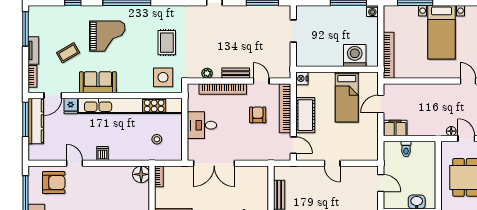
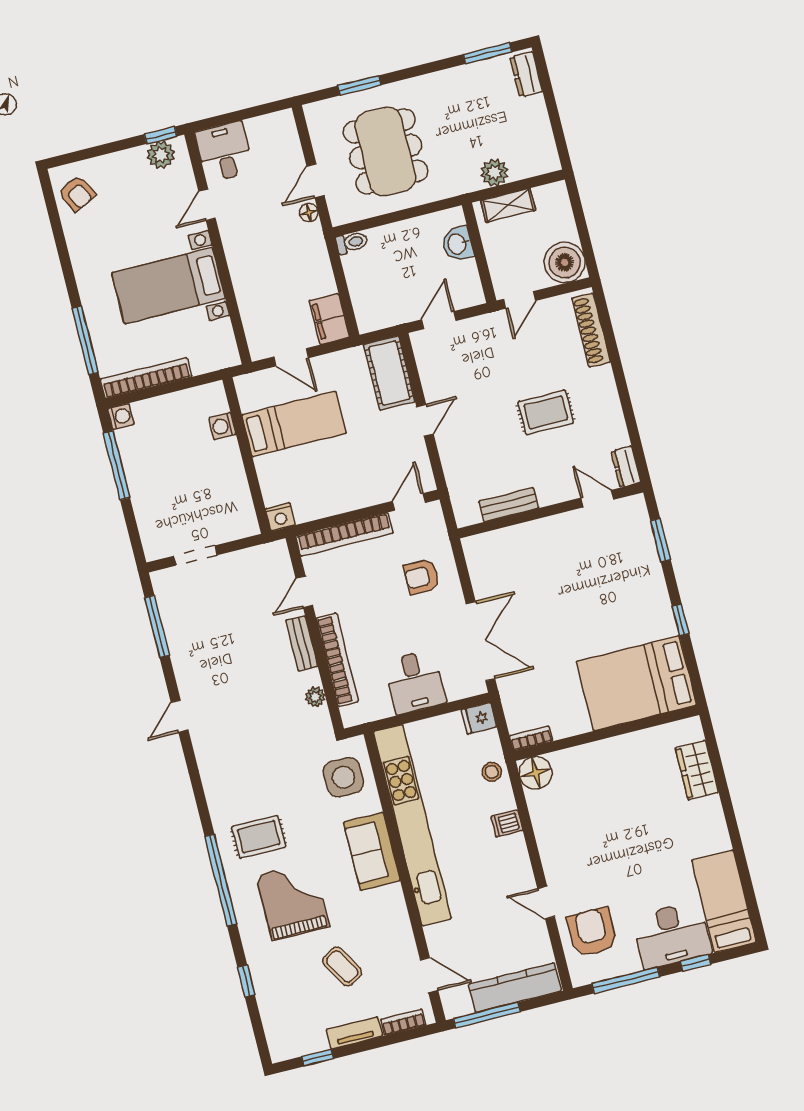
window: (25, 29) -> (318, 1058), width x0.46
bed with nightstands: (442, 32) -> (169, 286), moved, turned 180
rug: (167, 43) -> (259, 837), moved
bookcase: (389, 55) -> (146, 378), moved
washing machine: (355, 56) -> (222, 426), width x0.53, depth x0.53
sofa: (98, 82) -> (372, 851), moved
fridge: (71, 106) -> (479, 718), moved, turned 180
armchair: (258, 115) -> (422, 577), moved
cot: (305, 115) -> (389, 373), moved, turned 90
kitchen counter: (36, 121) -> (515, 988), moved
stool: (157, 139) -> (492, 772), moved
toilet: (406, 149) -> (352, 242), moved
dishwasher: (102, 154) -> (507, 824), moved
door: (74, 163) -> (546, 903), hinge flipped

